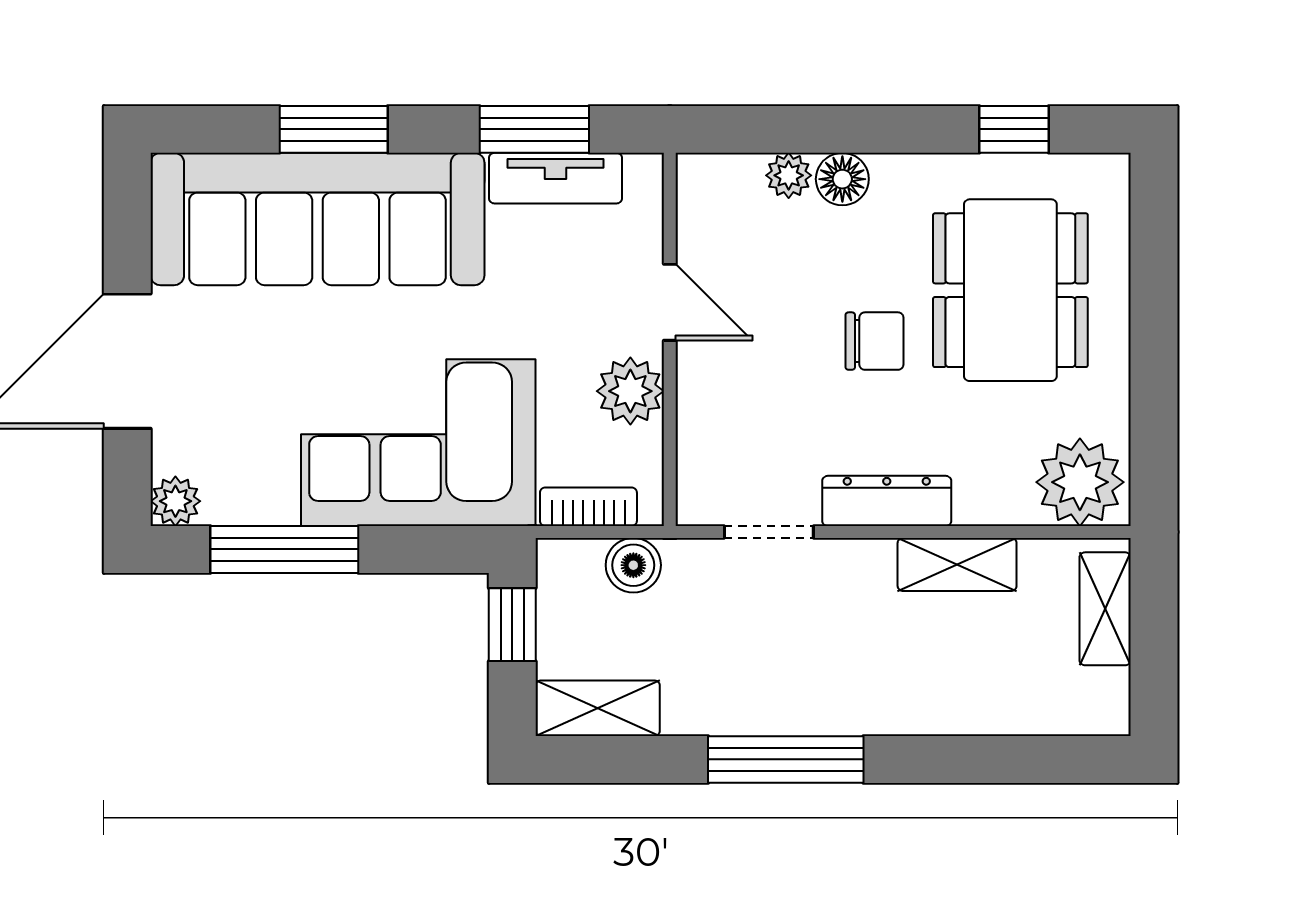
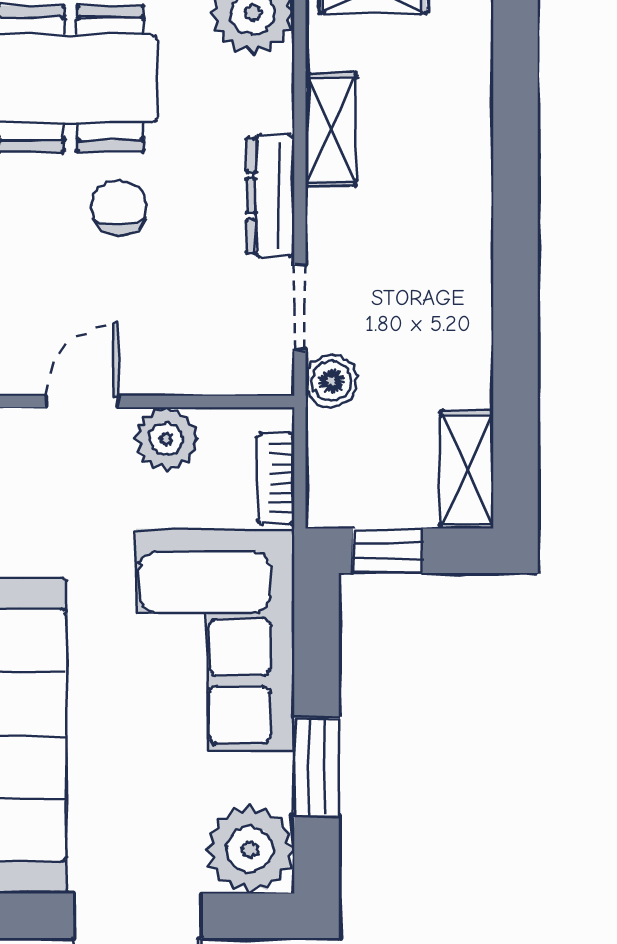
plant: (175, 501) -> (250, 849), width x1.87, depth x1.87
window: (284, 549) -> (316, 767), width x0.69
boiler: (633, 565) -> (331, 381), moved
window: (786, 759) -> (515, 292), removed

